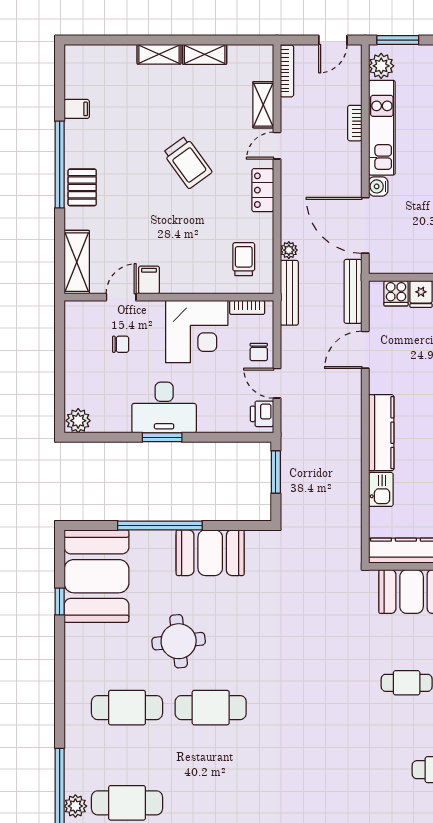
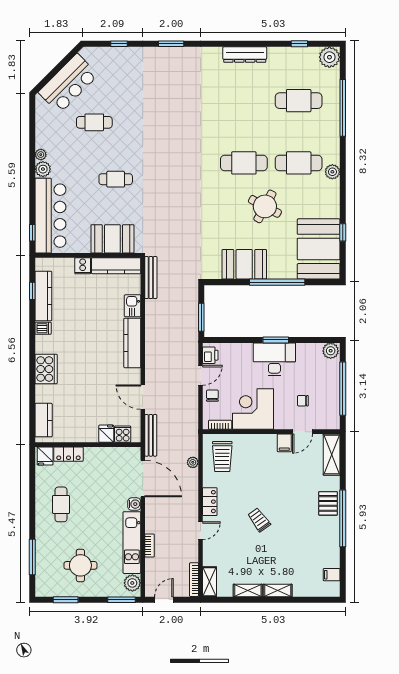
shelving: (263, 105) -> (210, 582), moved
filing cabinet: (77, 109) -> (332, 575), moved
trolley: (187, 162) -> (259, 520), width x0.73, depth x0.72
trolley: (244, 259) -> (222, 456), width x1.36, depth x1.39
bench: (289, 293) -> (151, 278), moved
door: (365, 350) -> (143, 397), swing flipped
window: (60, 363) -> (343, 389), added
door: (277, 383) -> (201, 375), hinge flipped
round table: (179, 641) -> (265, 206), turned 34
plant: (75, 806) -> (332, 172), moved

